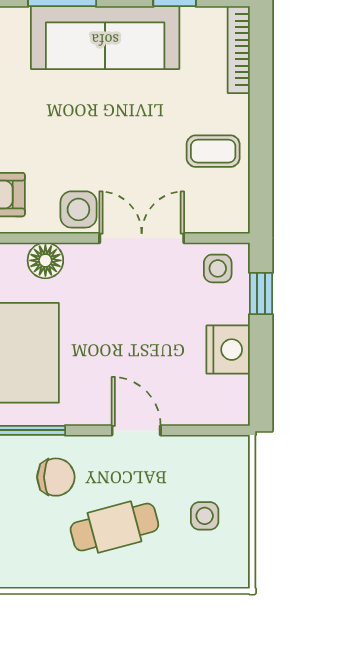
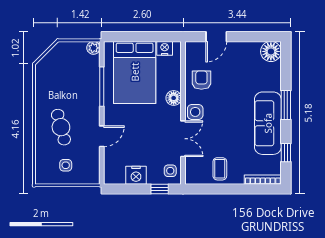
chair: (56, 477) -> (82, 102), removed

